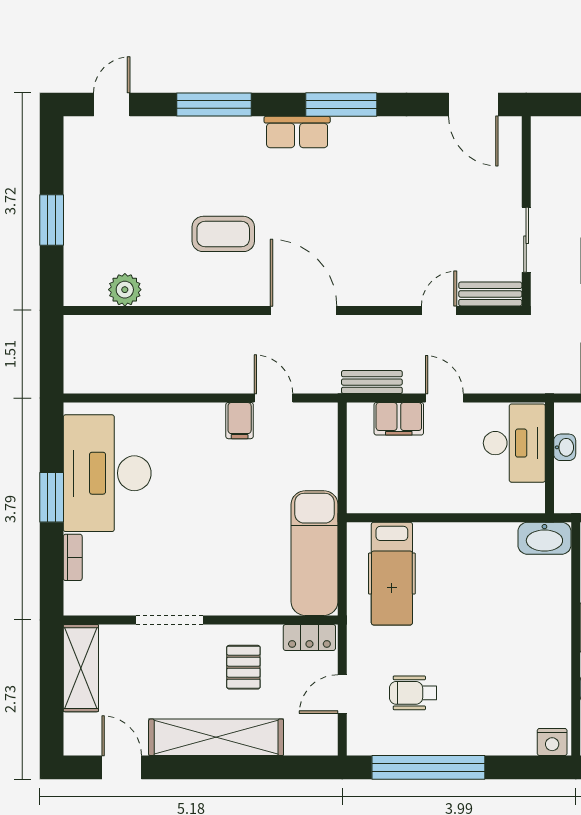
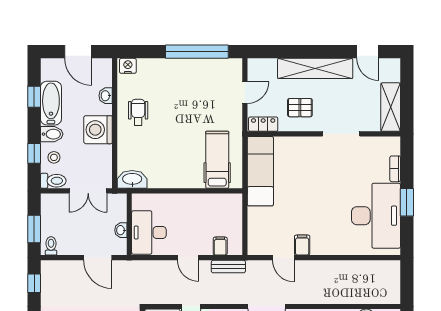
filing cabinet: (399, 419) -> (220, 246), width x0.50
pallet: (243, 667) -> (300, 108), turned 90
wheelchair: (413, 693) -> (138, 112), moved, turned -90

